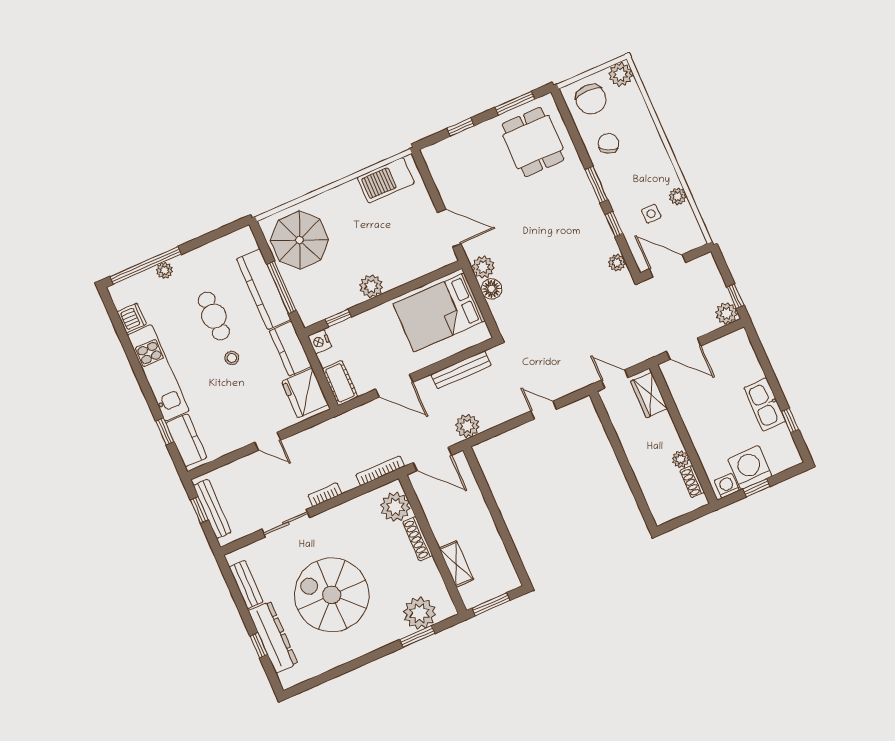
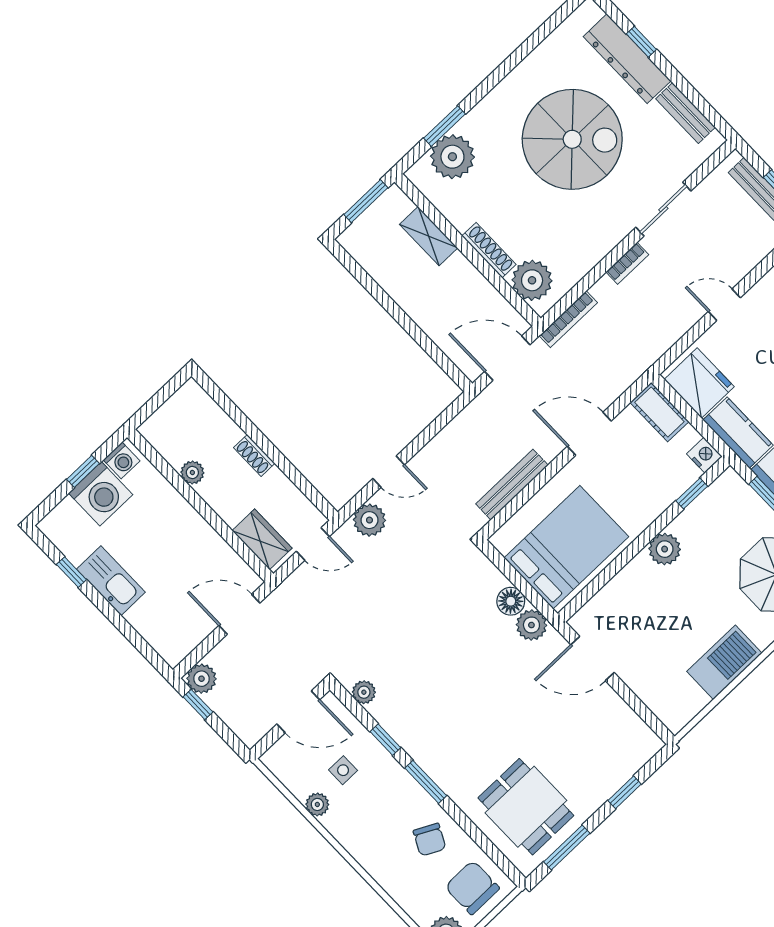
barbecue: (386, 180) -> (724, 662), moved
plant: (467, 426) -> (369, 520), moved
shoe rack: (692, 482) -> (254, 455), moved, turned 180

